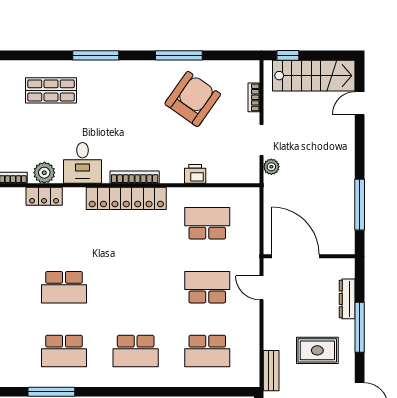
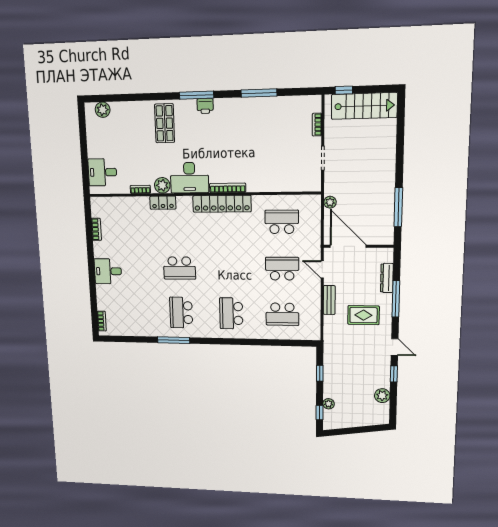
shop shelf: (51, 90) -> (165, 123), turned 90
armchair: (193, 99) -> (270, 127), removed
door: (360, 103) -> (400, 127), removed
desk: (83, 163) -> (189, 178), width x1.37
plant: (271, 167) -> (330, 202), moved
printer: (195, 174) -> (205, 106), moved, turned 180
school desk: (64, 351) -> (181, 313), turned 90
school desk: (136, 351) -> (231, 313), turned 90
bench: (271, 371) -> (329, 300), moved

